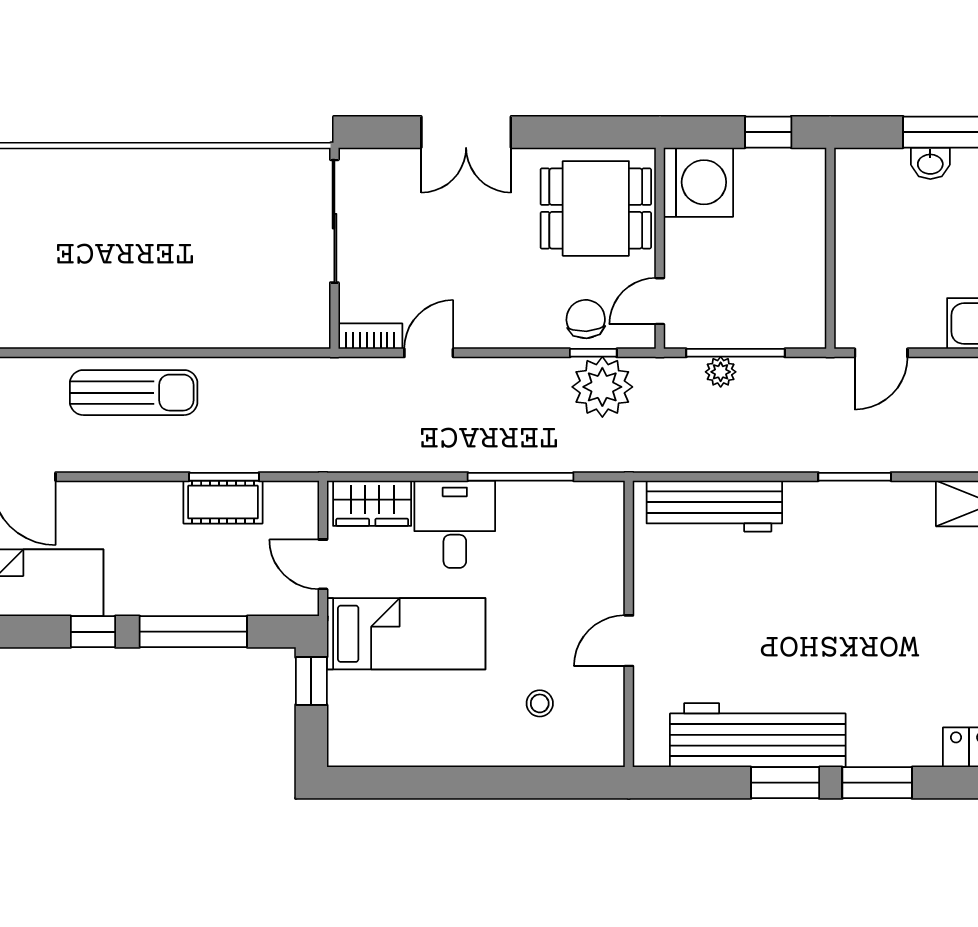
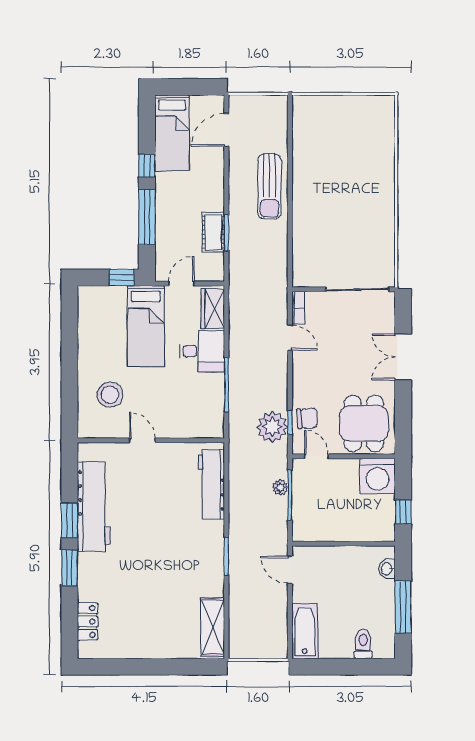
washbasin: (930, 163) -> (387, 569), moved
stool: (540, 703) -> (110, 395), width x1.89, depth x1.89

